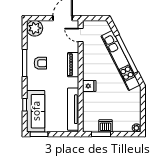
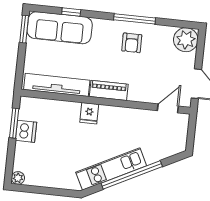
kitchen unit: (120, 61) -> (111, 169), width x0.73
piano: (73, 65) -> (109, 90), moved

